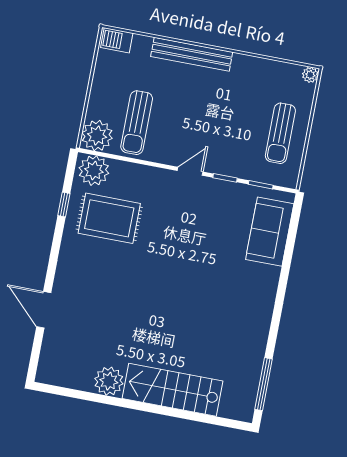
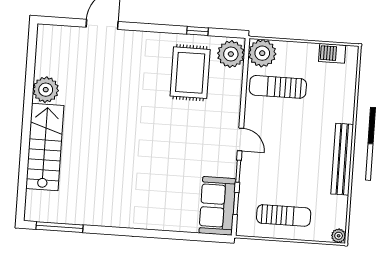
barbecue: (117, 40) -> (332, 53), moved, turned -90
bench: (192, 54) -> (342, 159), moved
sun lounger: (280, 133) -> (284, 215), turned 180
sofa: (270, 232) -> (217, 206), moved, turned -90

